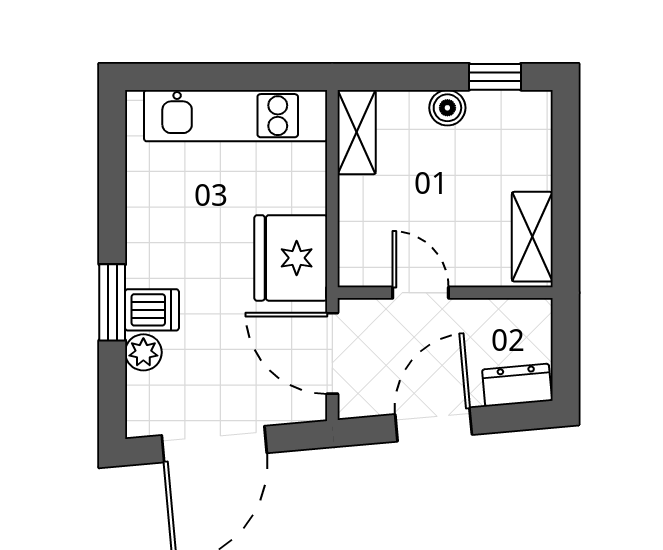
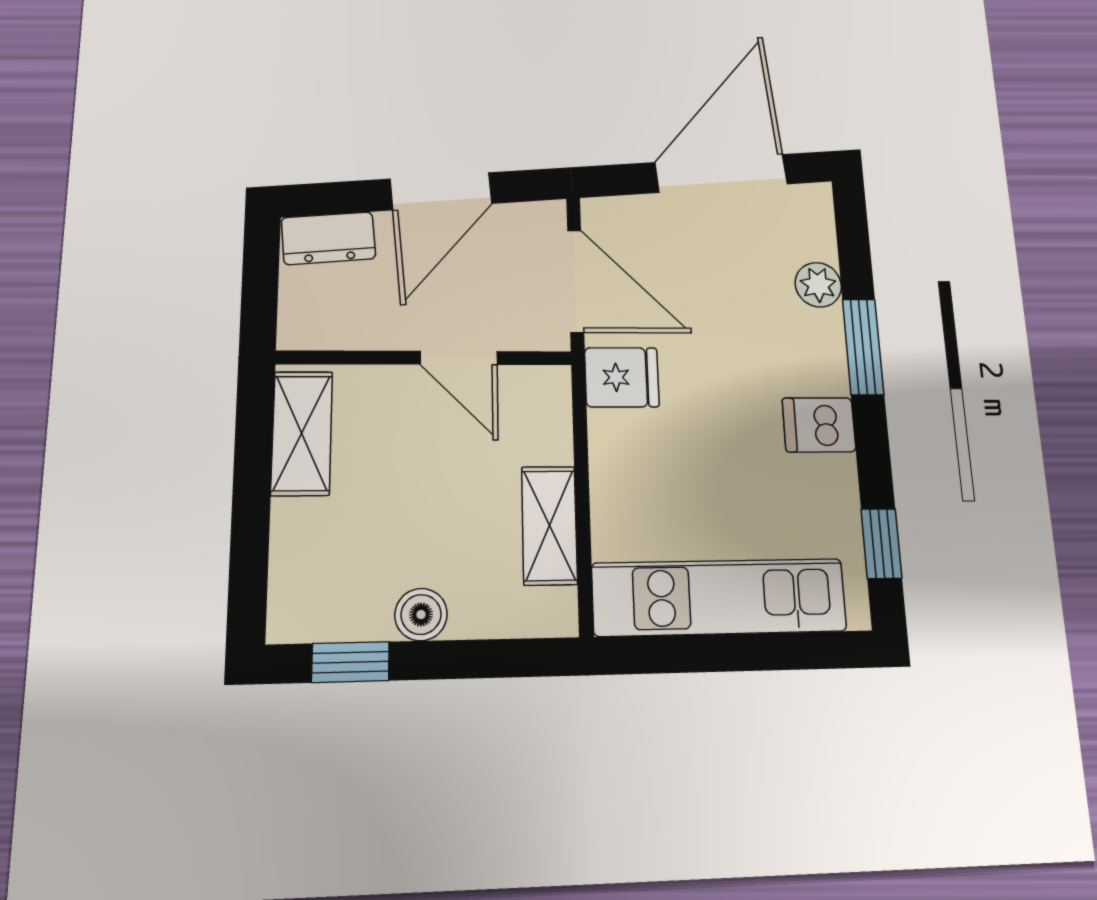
shelving: (357, 132) -> (549, 525), moved
window: (112, 152) -> (881, 544), added
fridge: (291, 258) -> (622, 377), width x0.53, depth x0.75
dishwasher: (152, 310) -> (819, 425), moved

